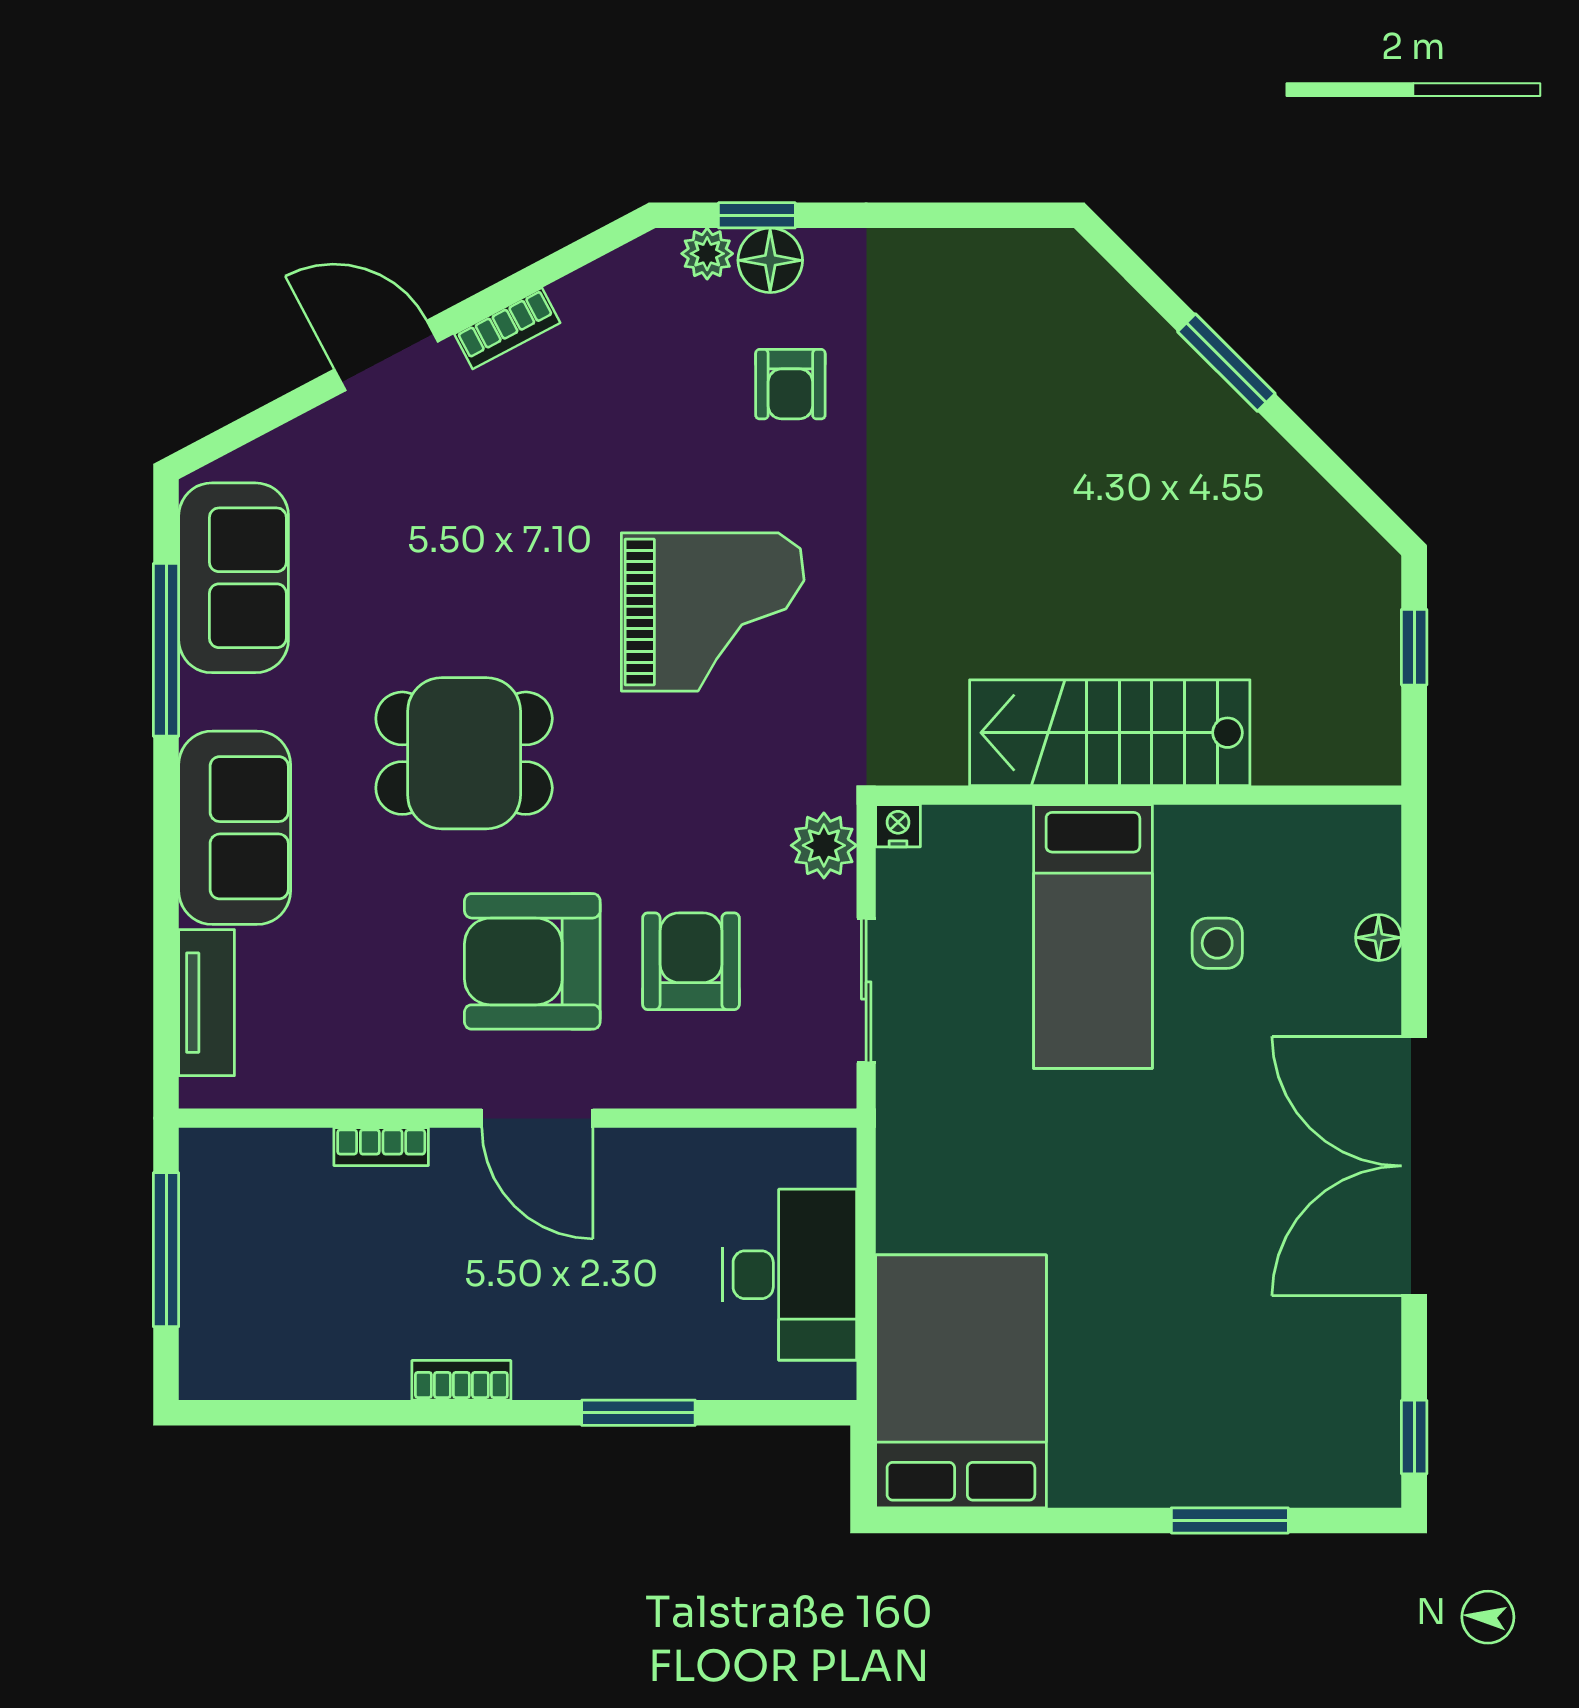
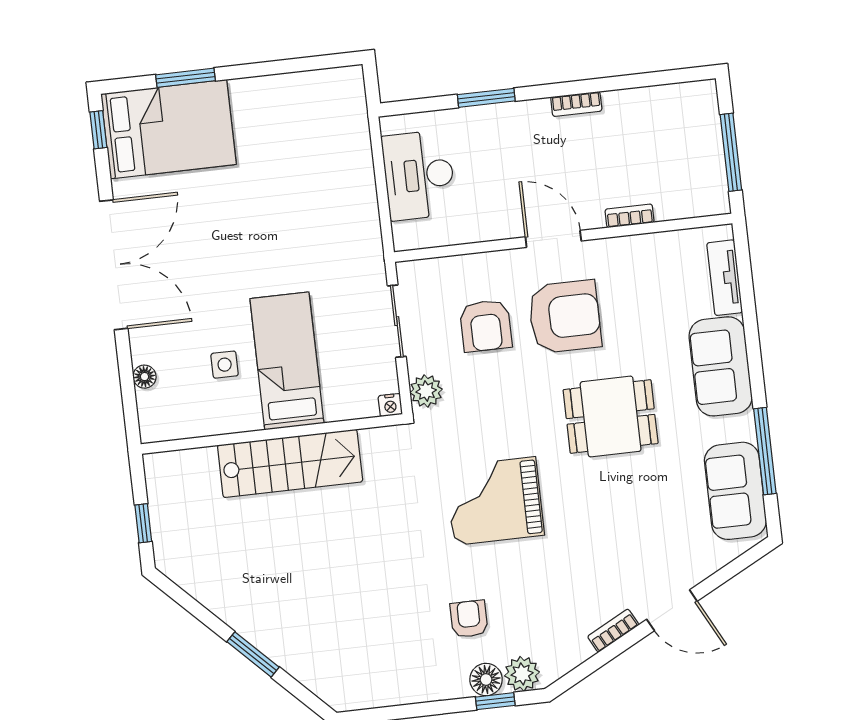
plant: (707, 254) -> (522, 674), width x1.38, depth x1.38
bed: (961, 1381) -> (169, 129), moved, turned -90

